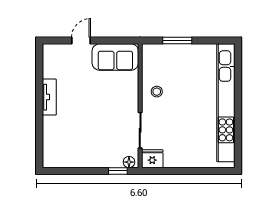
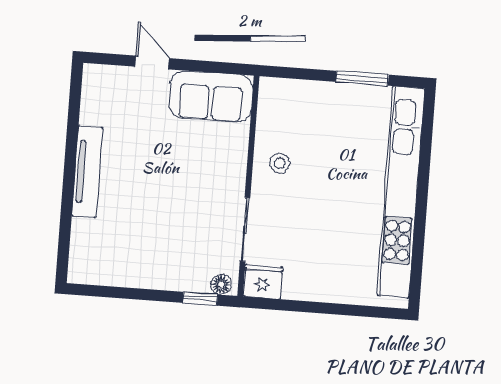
door: (81, 40) -> (152, 62), hinge flipped
window: (177, 40) -> (362, 78), moved
tv unit: (49, 97) -> (87, 172), width x1.41

